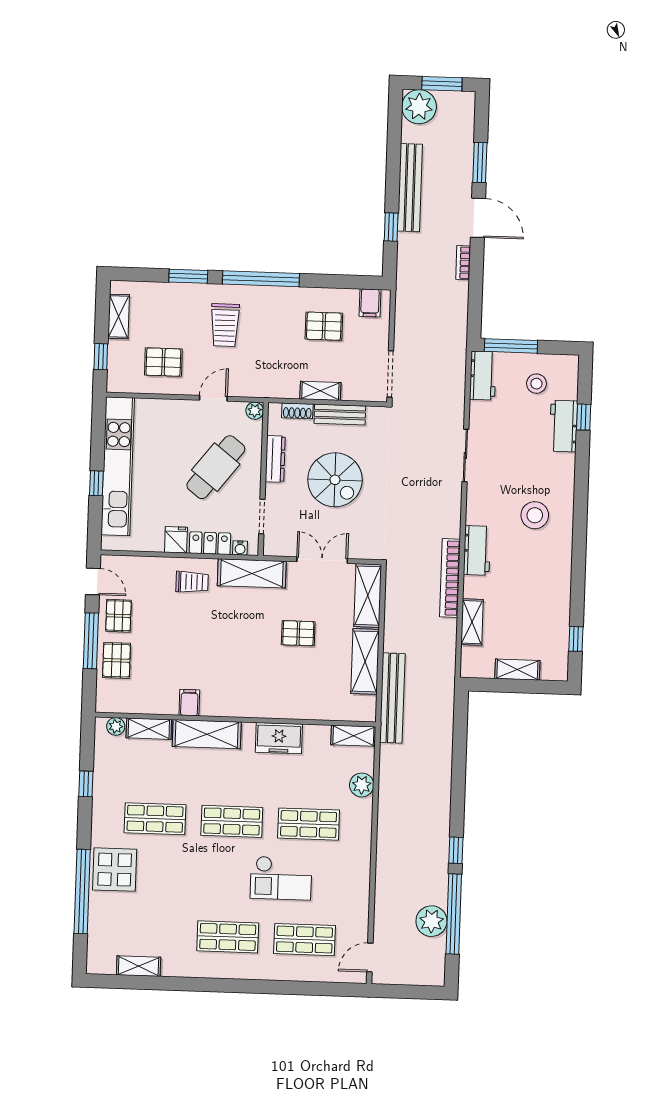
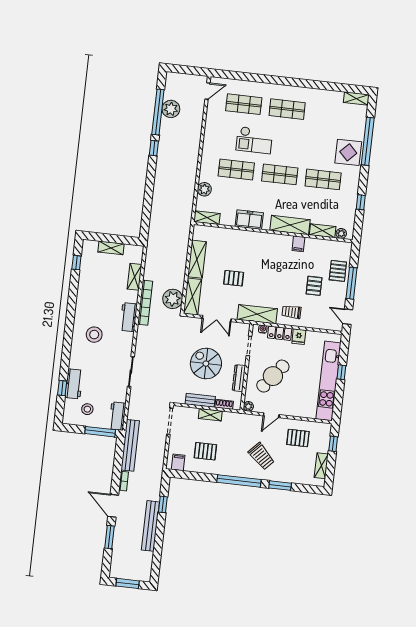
plant: (419, 107) -> (173, 299), moved
trolley: (225, 325) -> (261, 456), turned 134
pallet: (118, 616) -> (314, 286), moved
bench: (392, 698) -> (130, 445), moved
checkout: (281, 878) -> (254, 140), turned 180
shelving: (139, 966) -> (356, 99), moved

